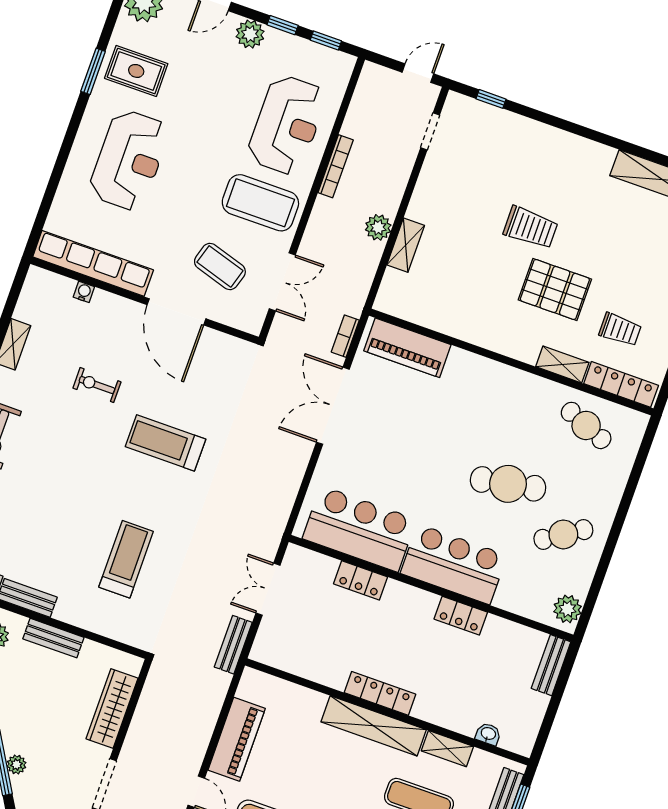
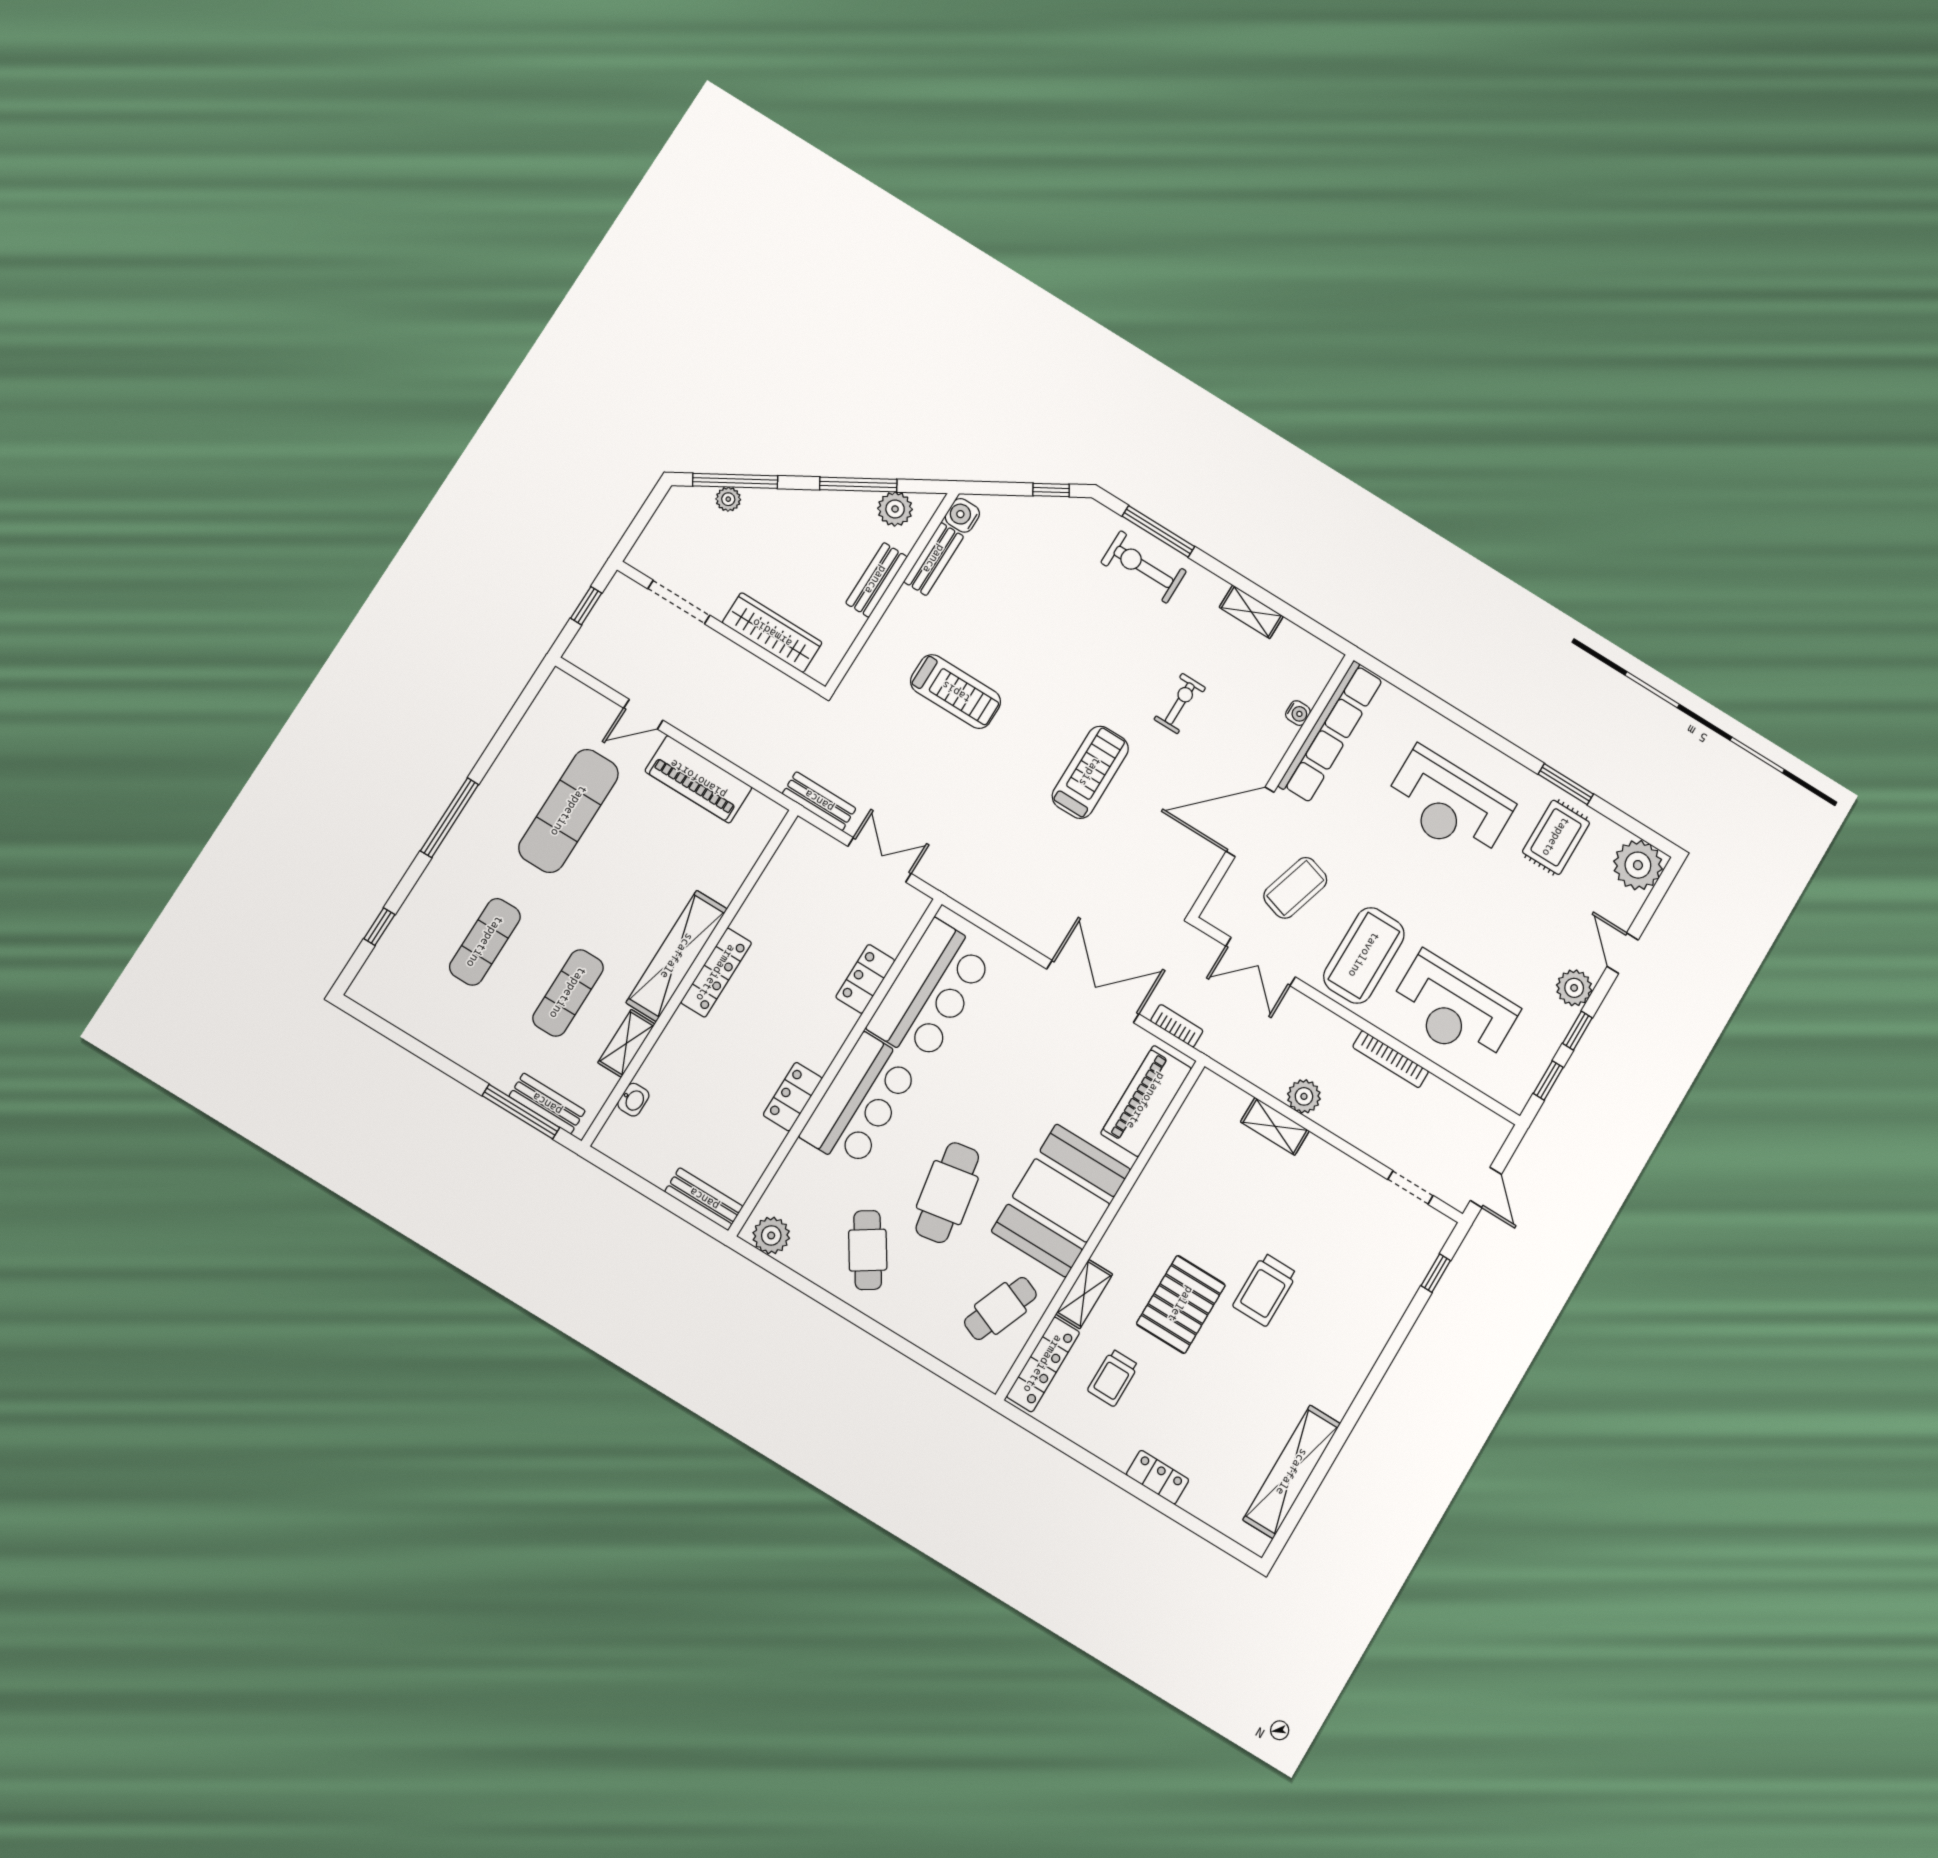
booth: (496, 397) -> (1061, 1200), added

